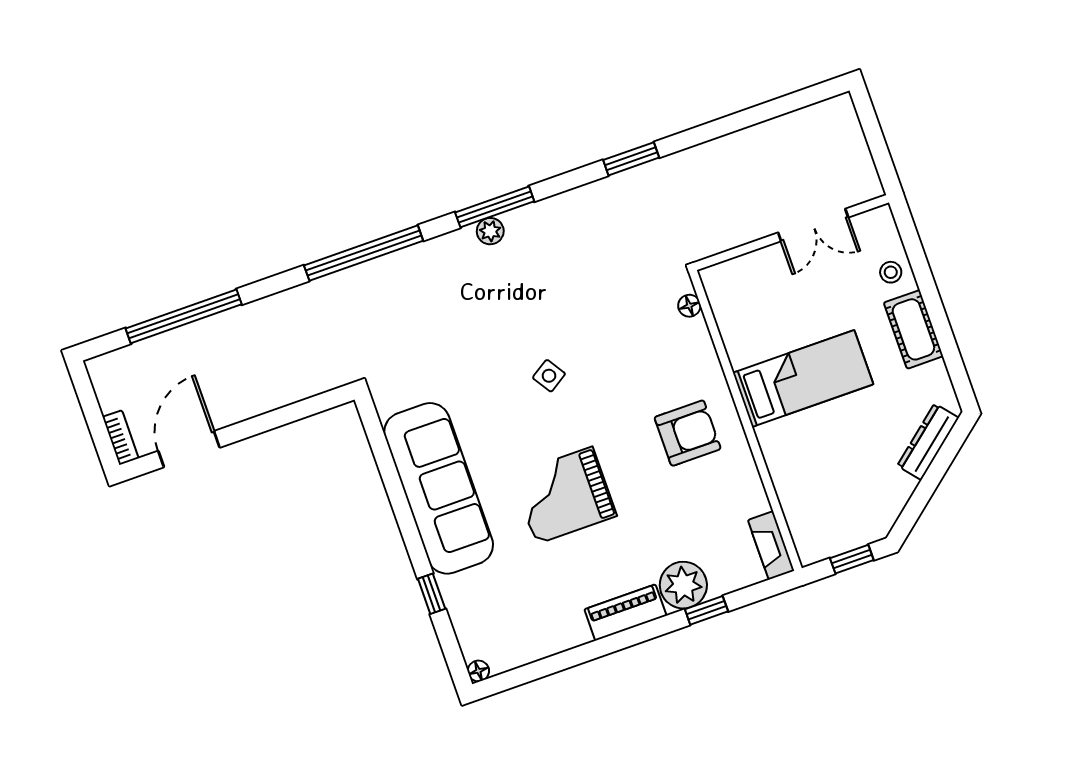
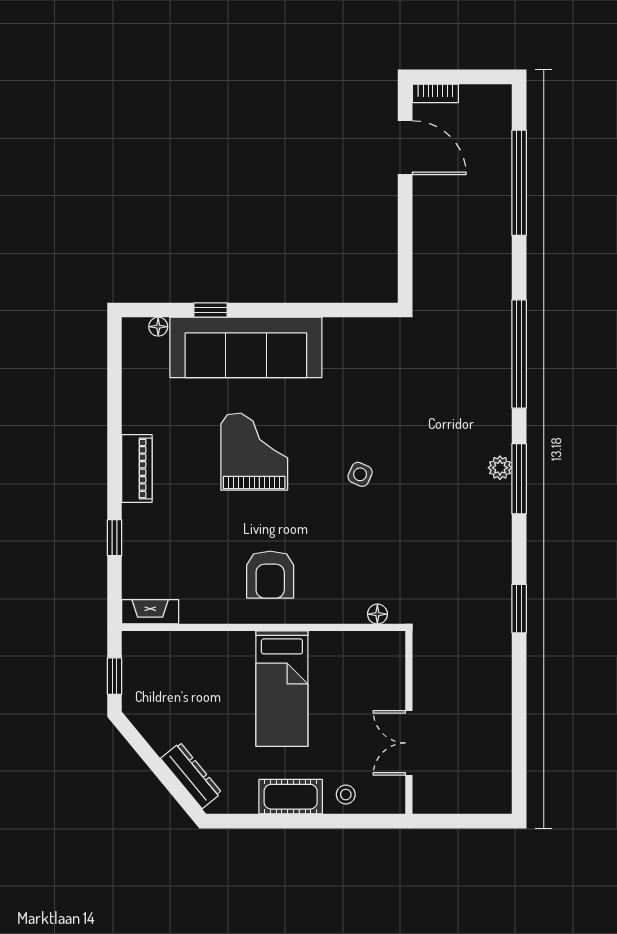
side table: (549, 376) -> (360, 474), turned -33
sofa: (439, 488) -> (246, 347), moved
plant: (683, 585) -> (143, 526), removed
floor lamp: (478, 671) -> (158, 327), moved

